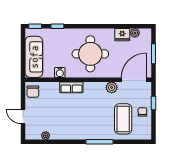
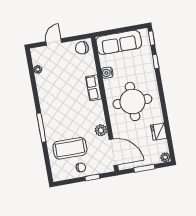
plant: (135, 33) -> (165, 157), moved

